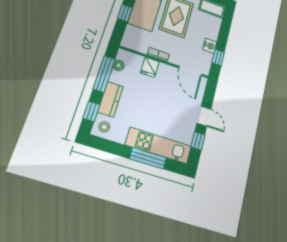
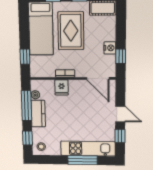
window: (125, 13) -> (25, 57), moved
kitchen counter: (110, 99) -> (38, 114), moved

